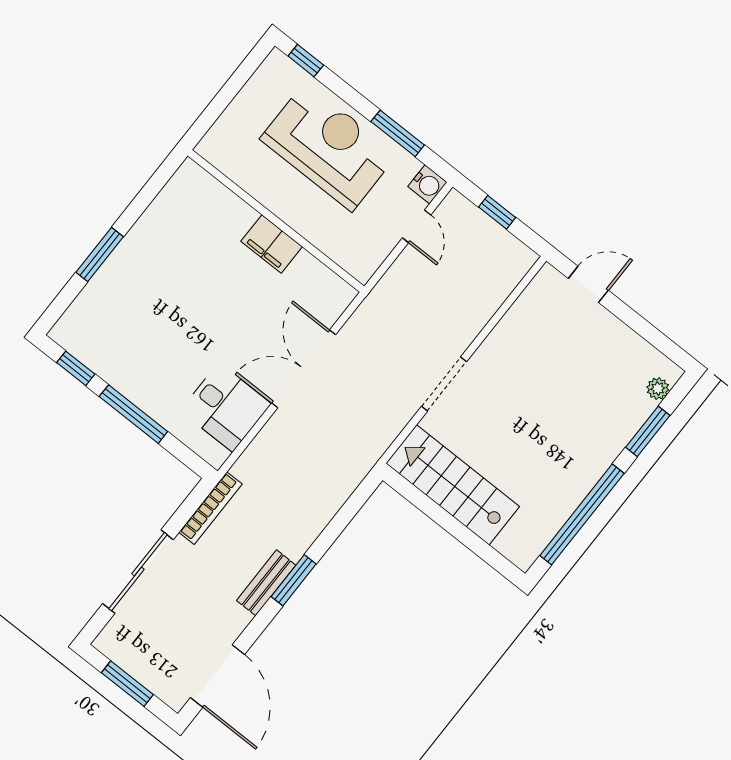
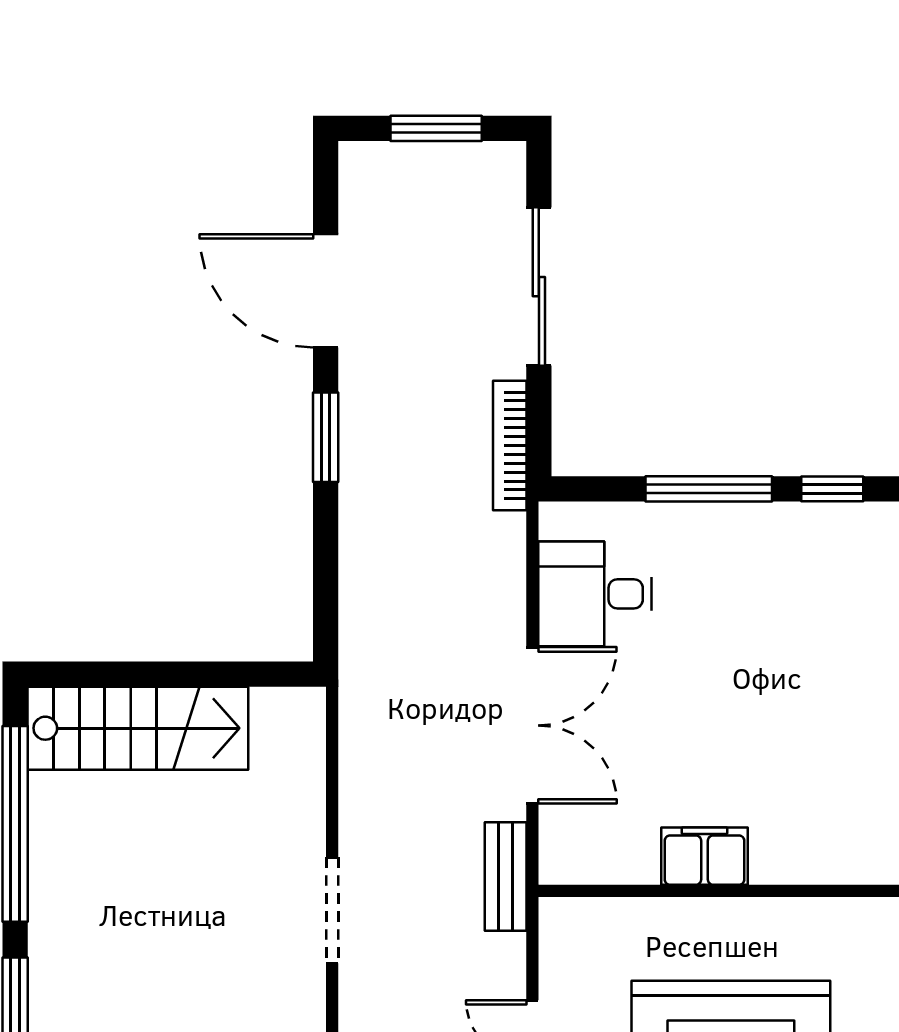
doorway: (444, 384) -> (332, 910), moved
stairs: (453, 485) -> (138, 728), moved
bench: (266, 583) -> (506, 876), moved
door: (218, 676) -> (326, 291), moved

